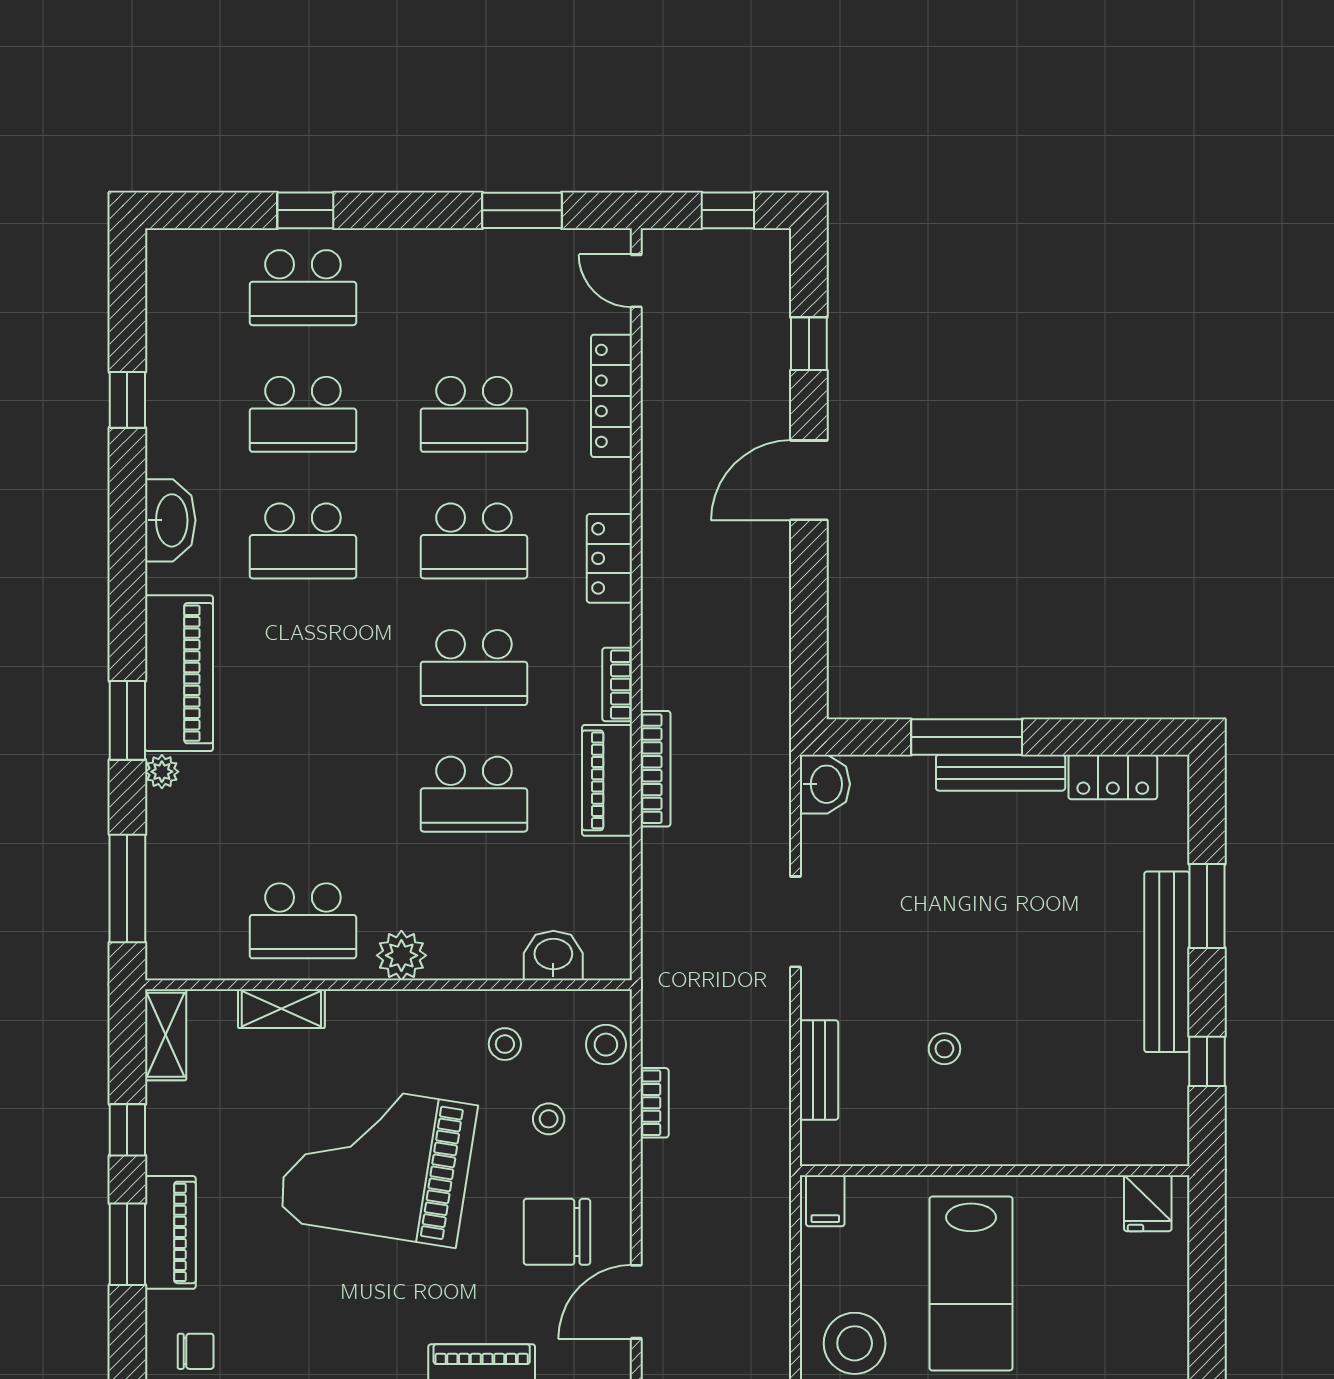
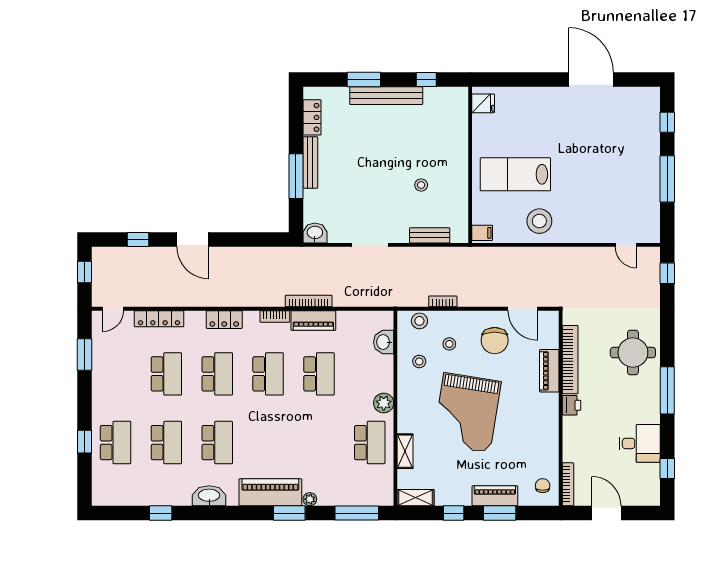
lab bench: (971, 1284) -> (515, 174), turned 180

